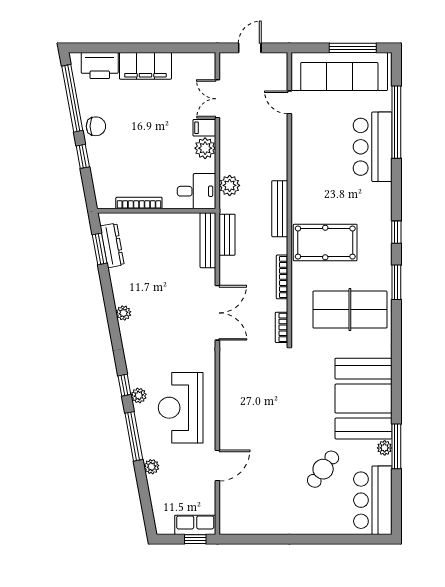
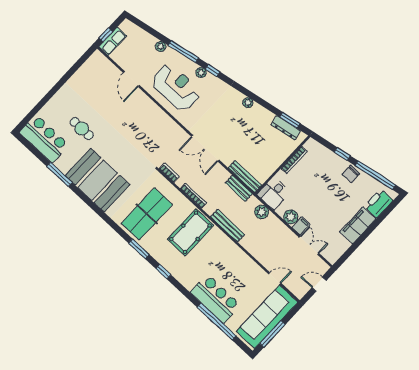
door: (250, 48) -> (319, 284), swing flipped
plant: (385, 448) -> (64, 168), removed
cafe table: (323, 469) -> (82, 129), turned -37

